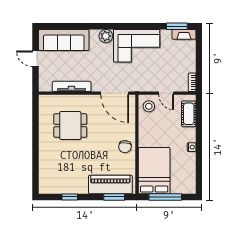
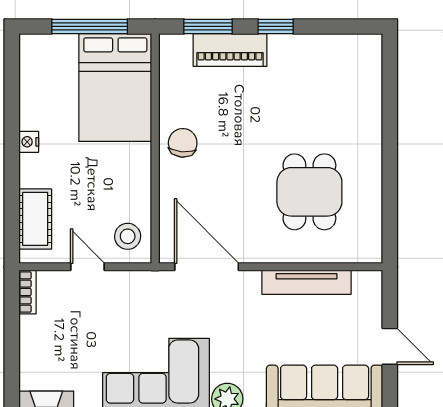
dining table: (70, 126) -> (309, 192), turned 90
piano: (110, 184) -> (230, 50), width x0.73, depth x0.75
window: (70, 197) -> (276, 26), moved

